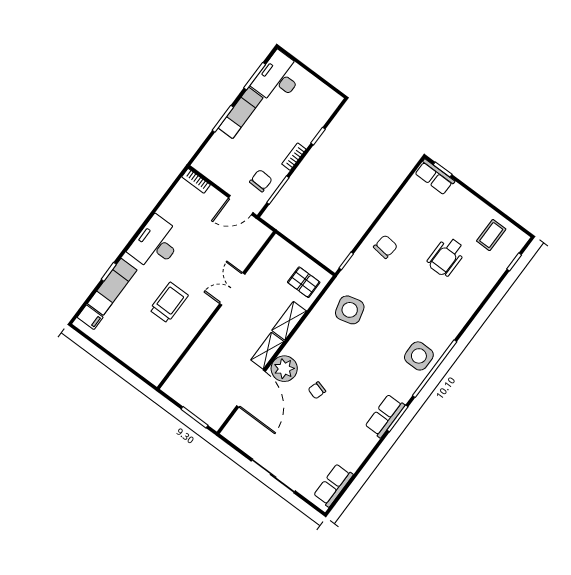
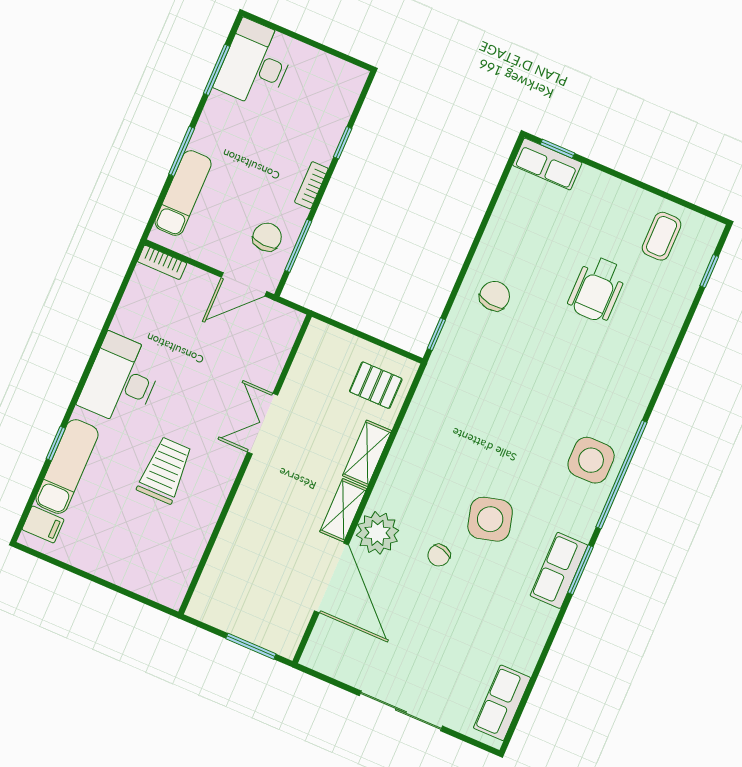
exam couch: (241, 113) -> (183, 193), moved
side table: (350, 310) -> (490, 519), moved

